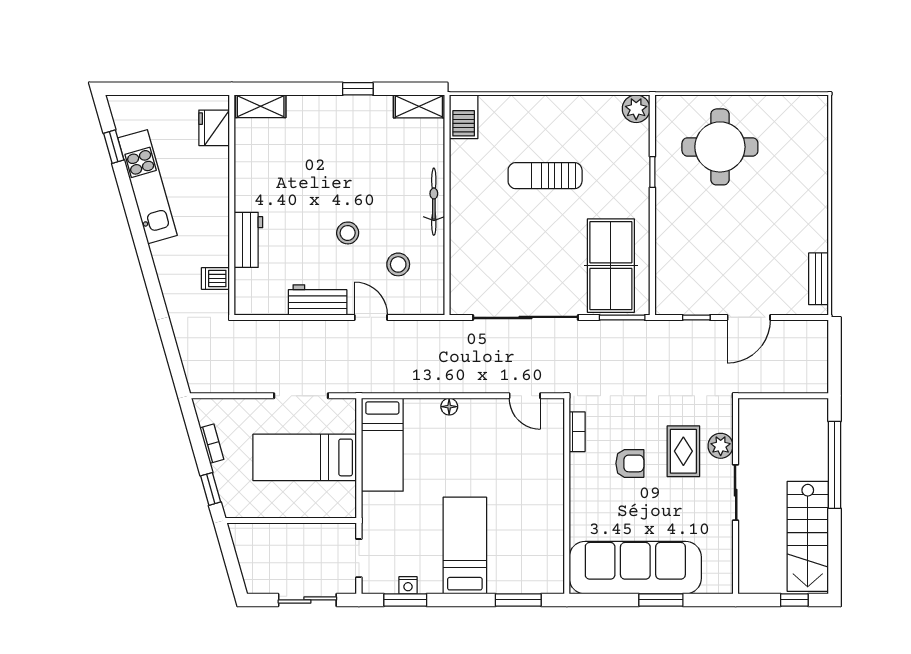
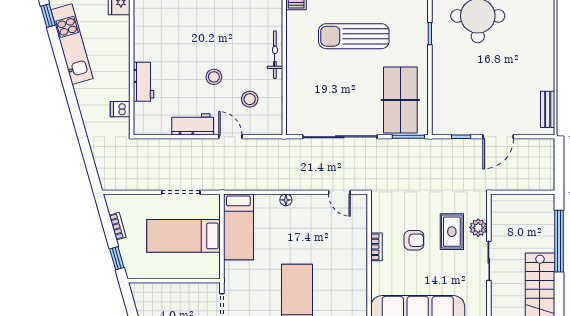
sun lounger: (545, 176) -> (354, 36), width x1.36, depth x1.34
bookcase: (577, 432) -> (377, 247), moved

